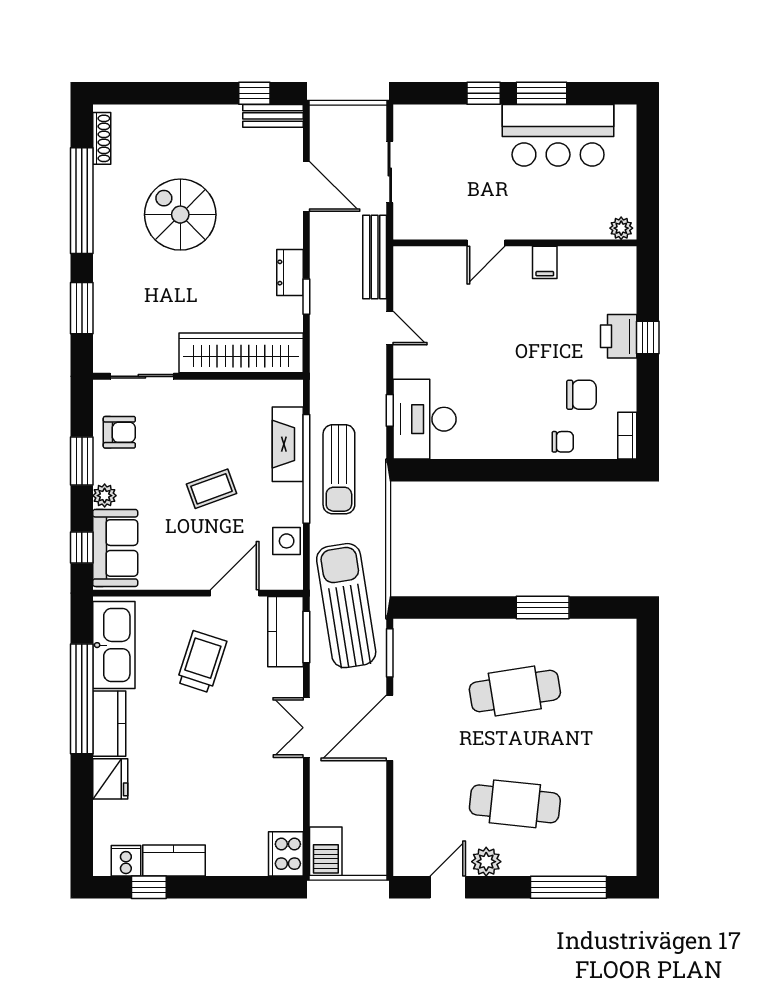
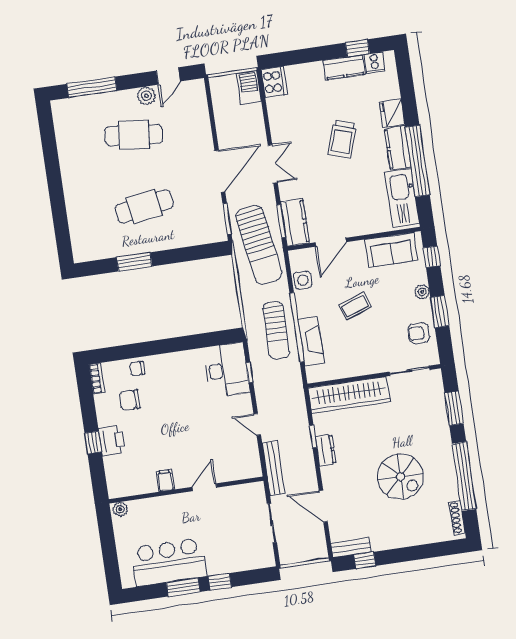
sun lounger: (339, 469) -> (276, 330), turned 180
sofa: (115, 548) -> (391, 250), moved, turned -90
trolley: (202, 662) -> (342, 139), moved

